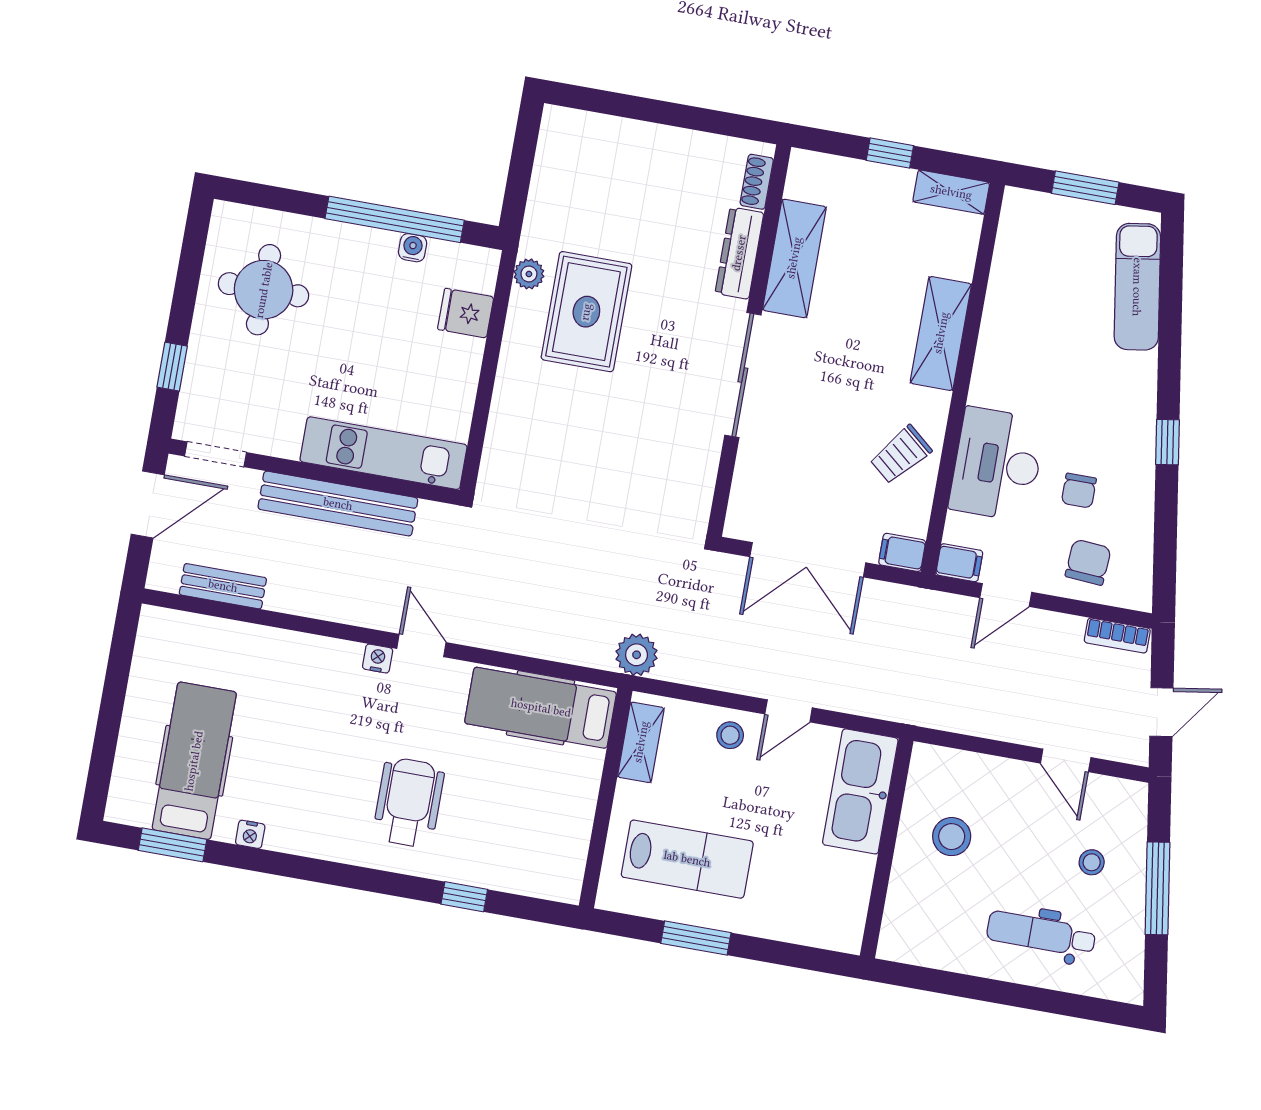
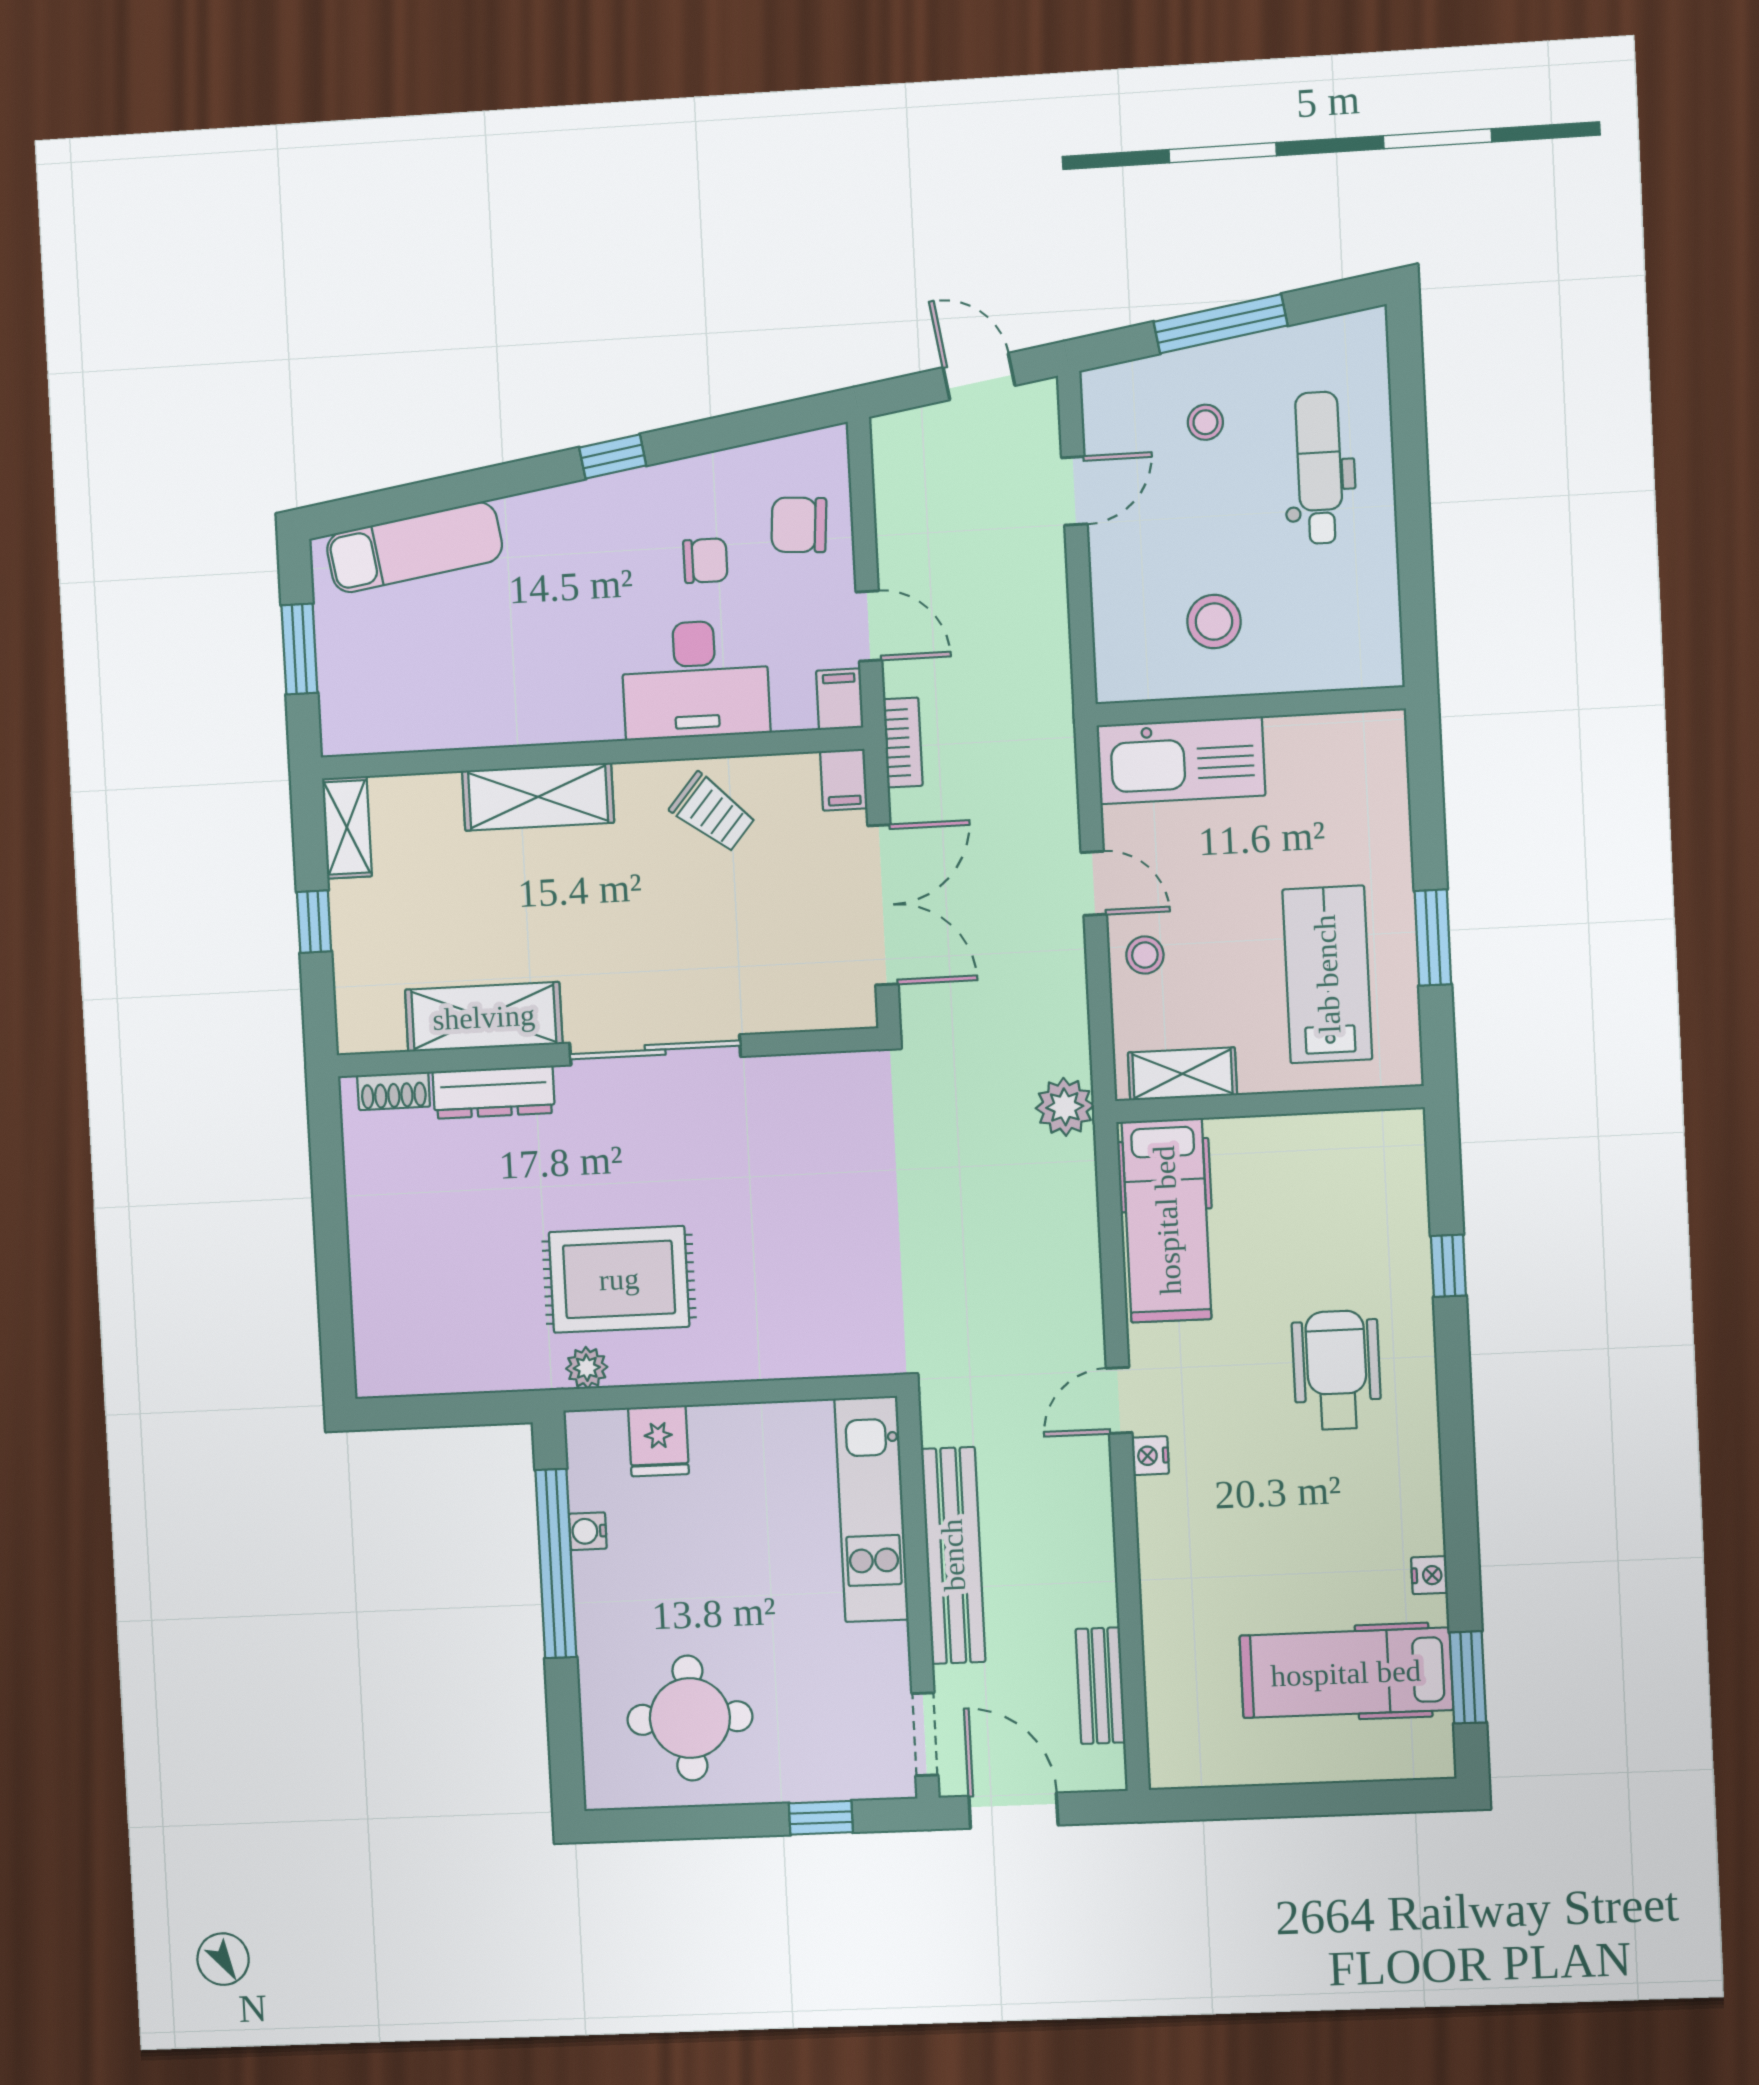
bookcase: (1117, 635) -> (903, 743), moved
wheelchair: (409, 802) -> (1337, 1370), turned 90
dental chair: (1041, 934) -> (1319, 468), turned 180

